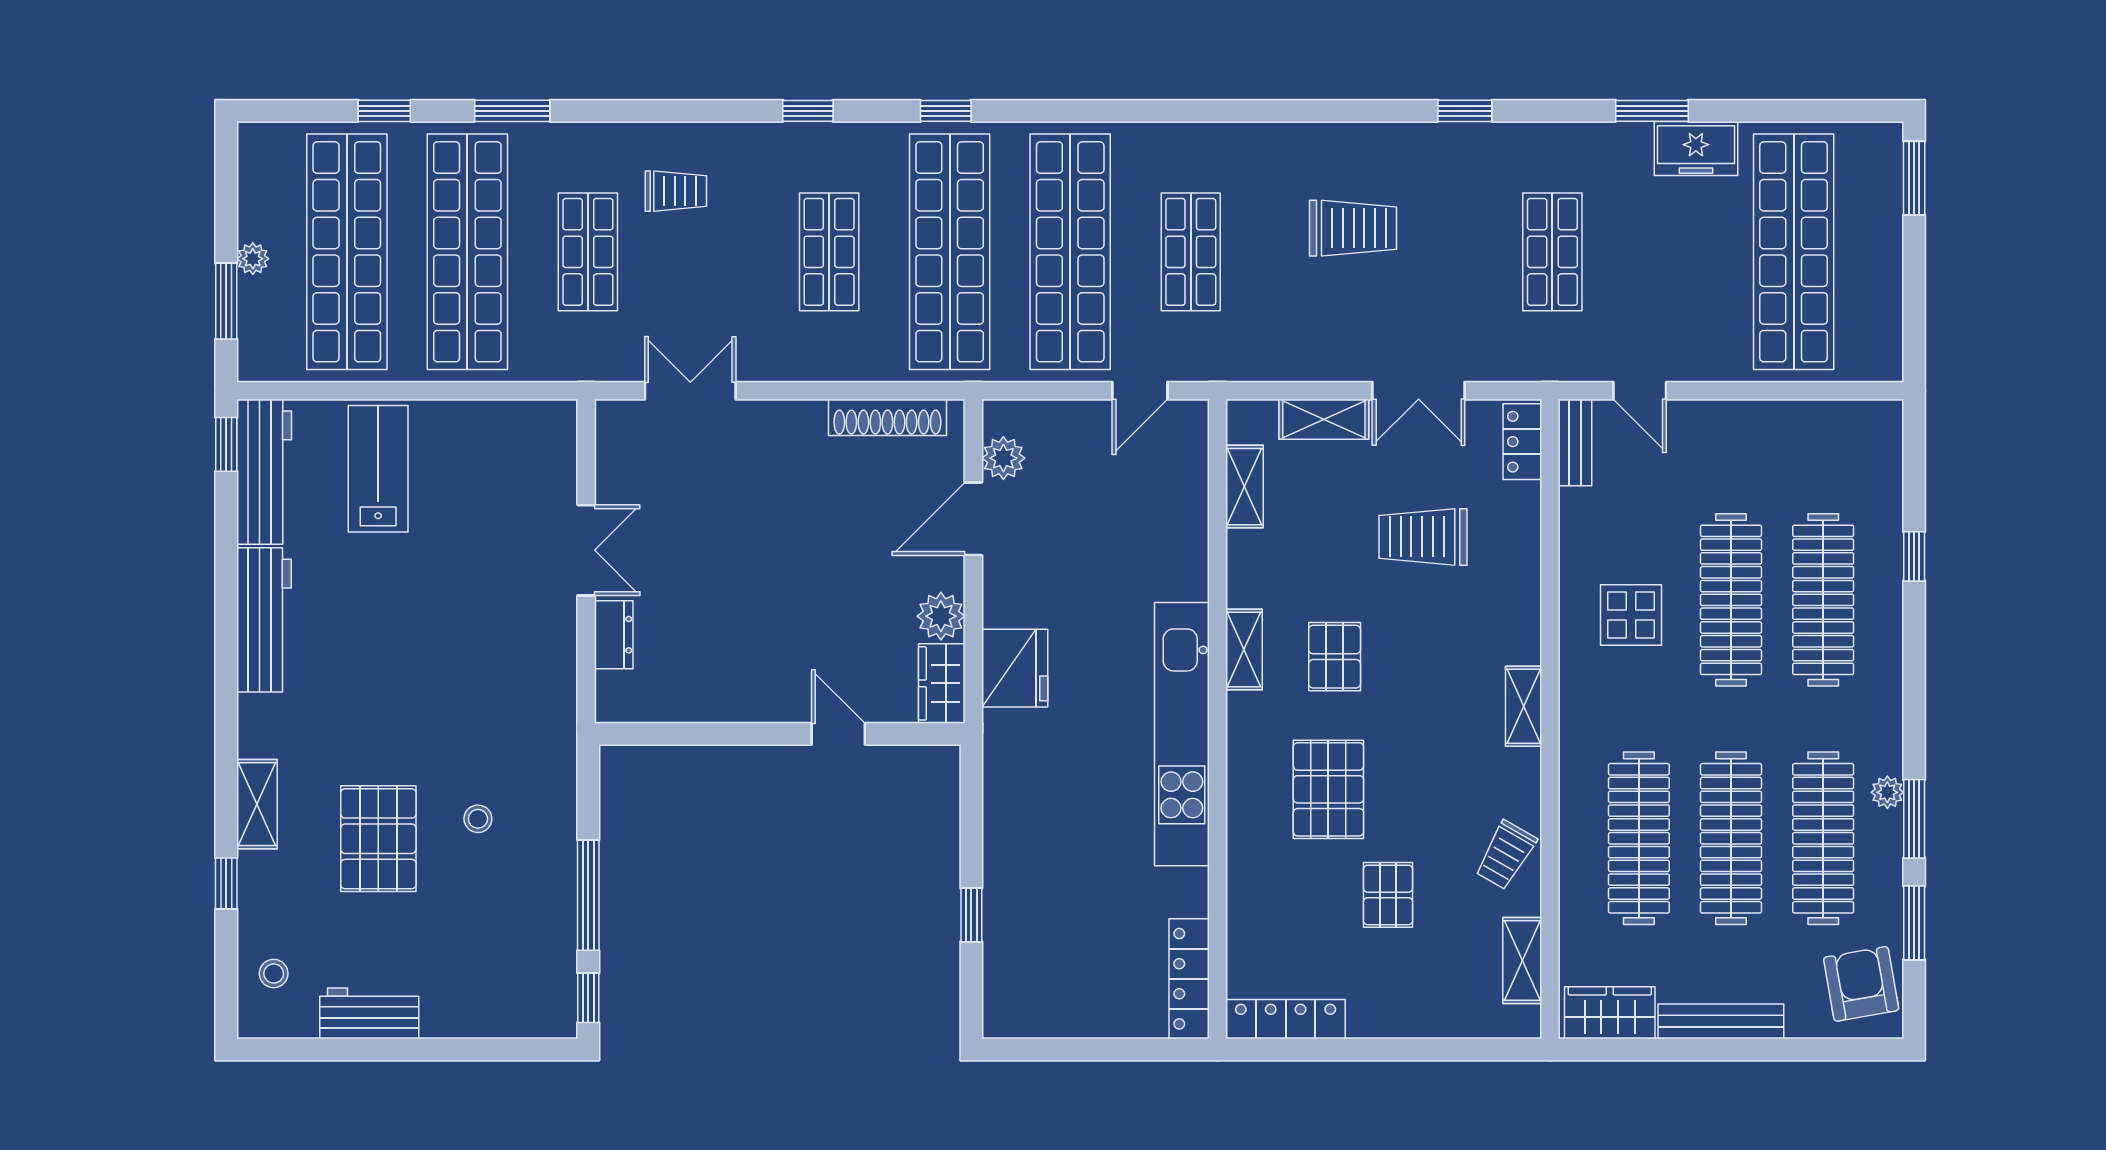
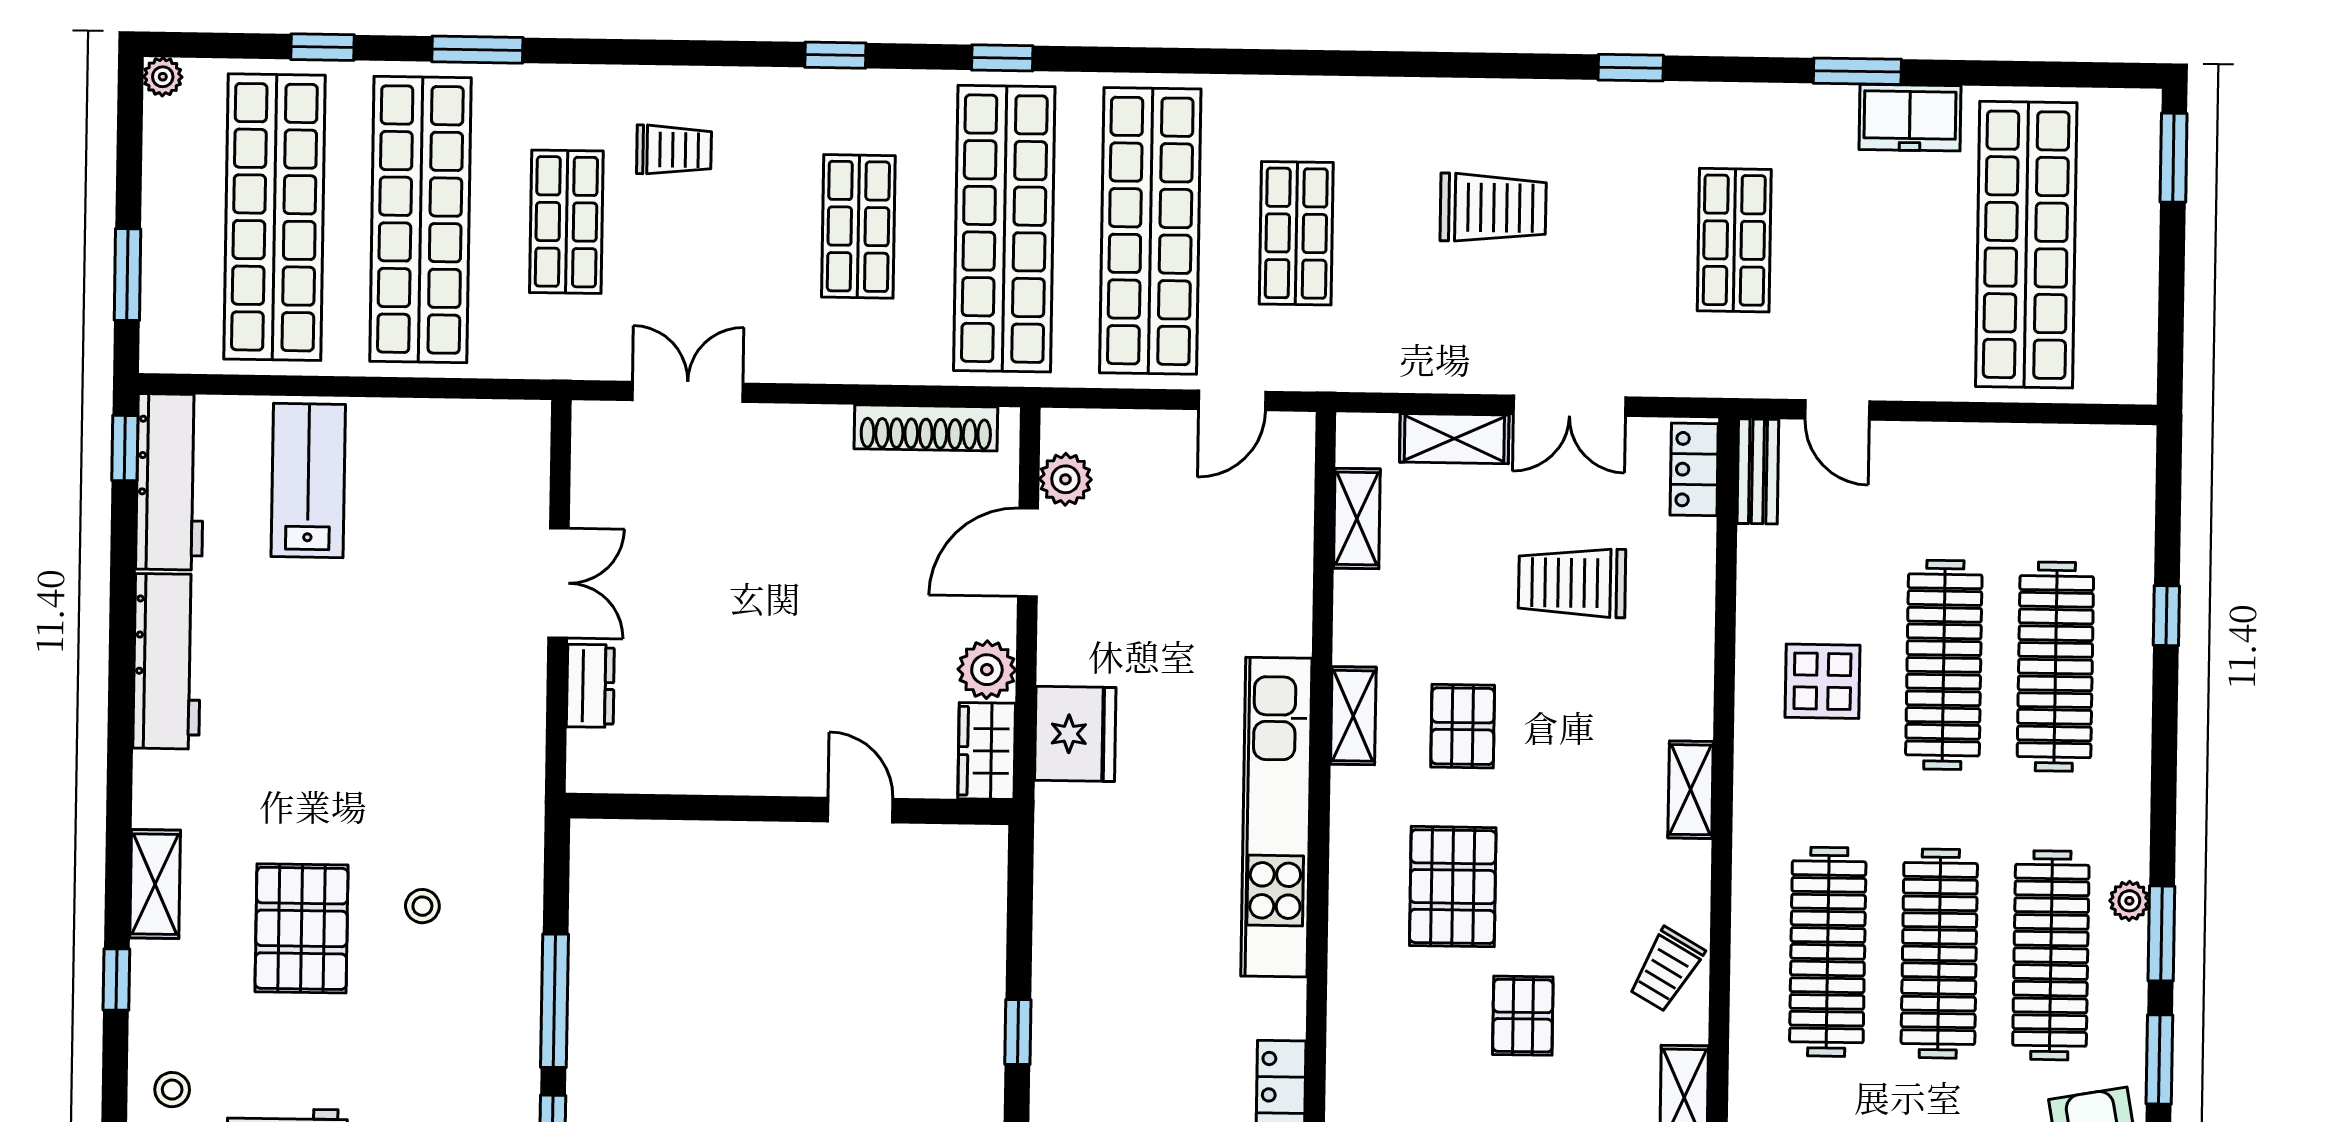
plant: (253, 259) -> (163, 77), moved

